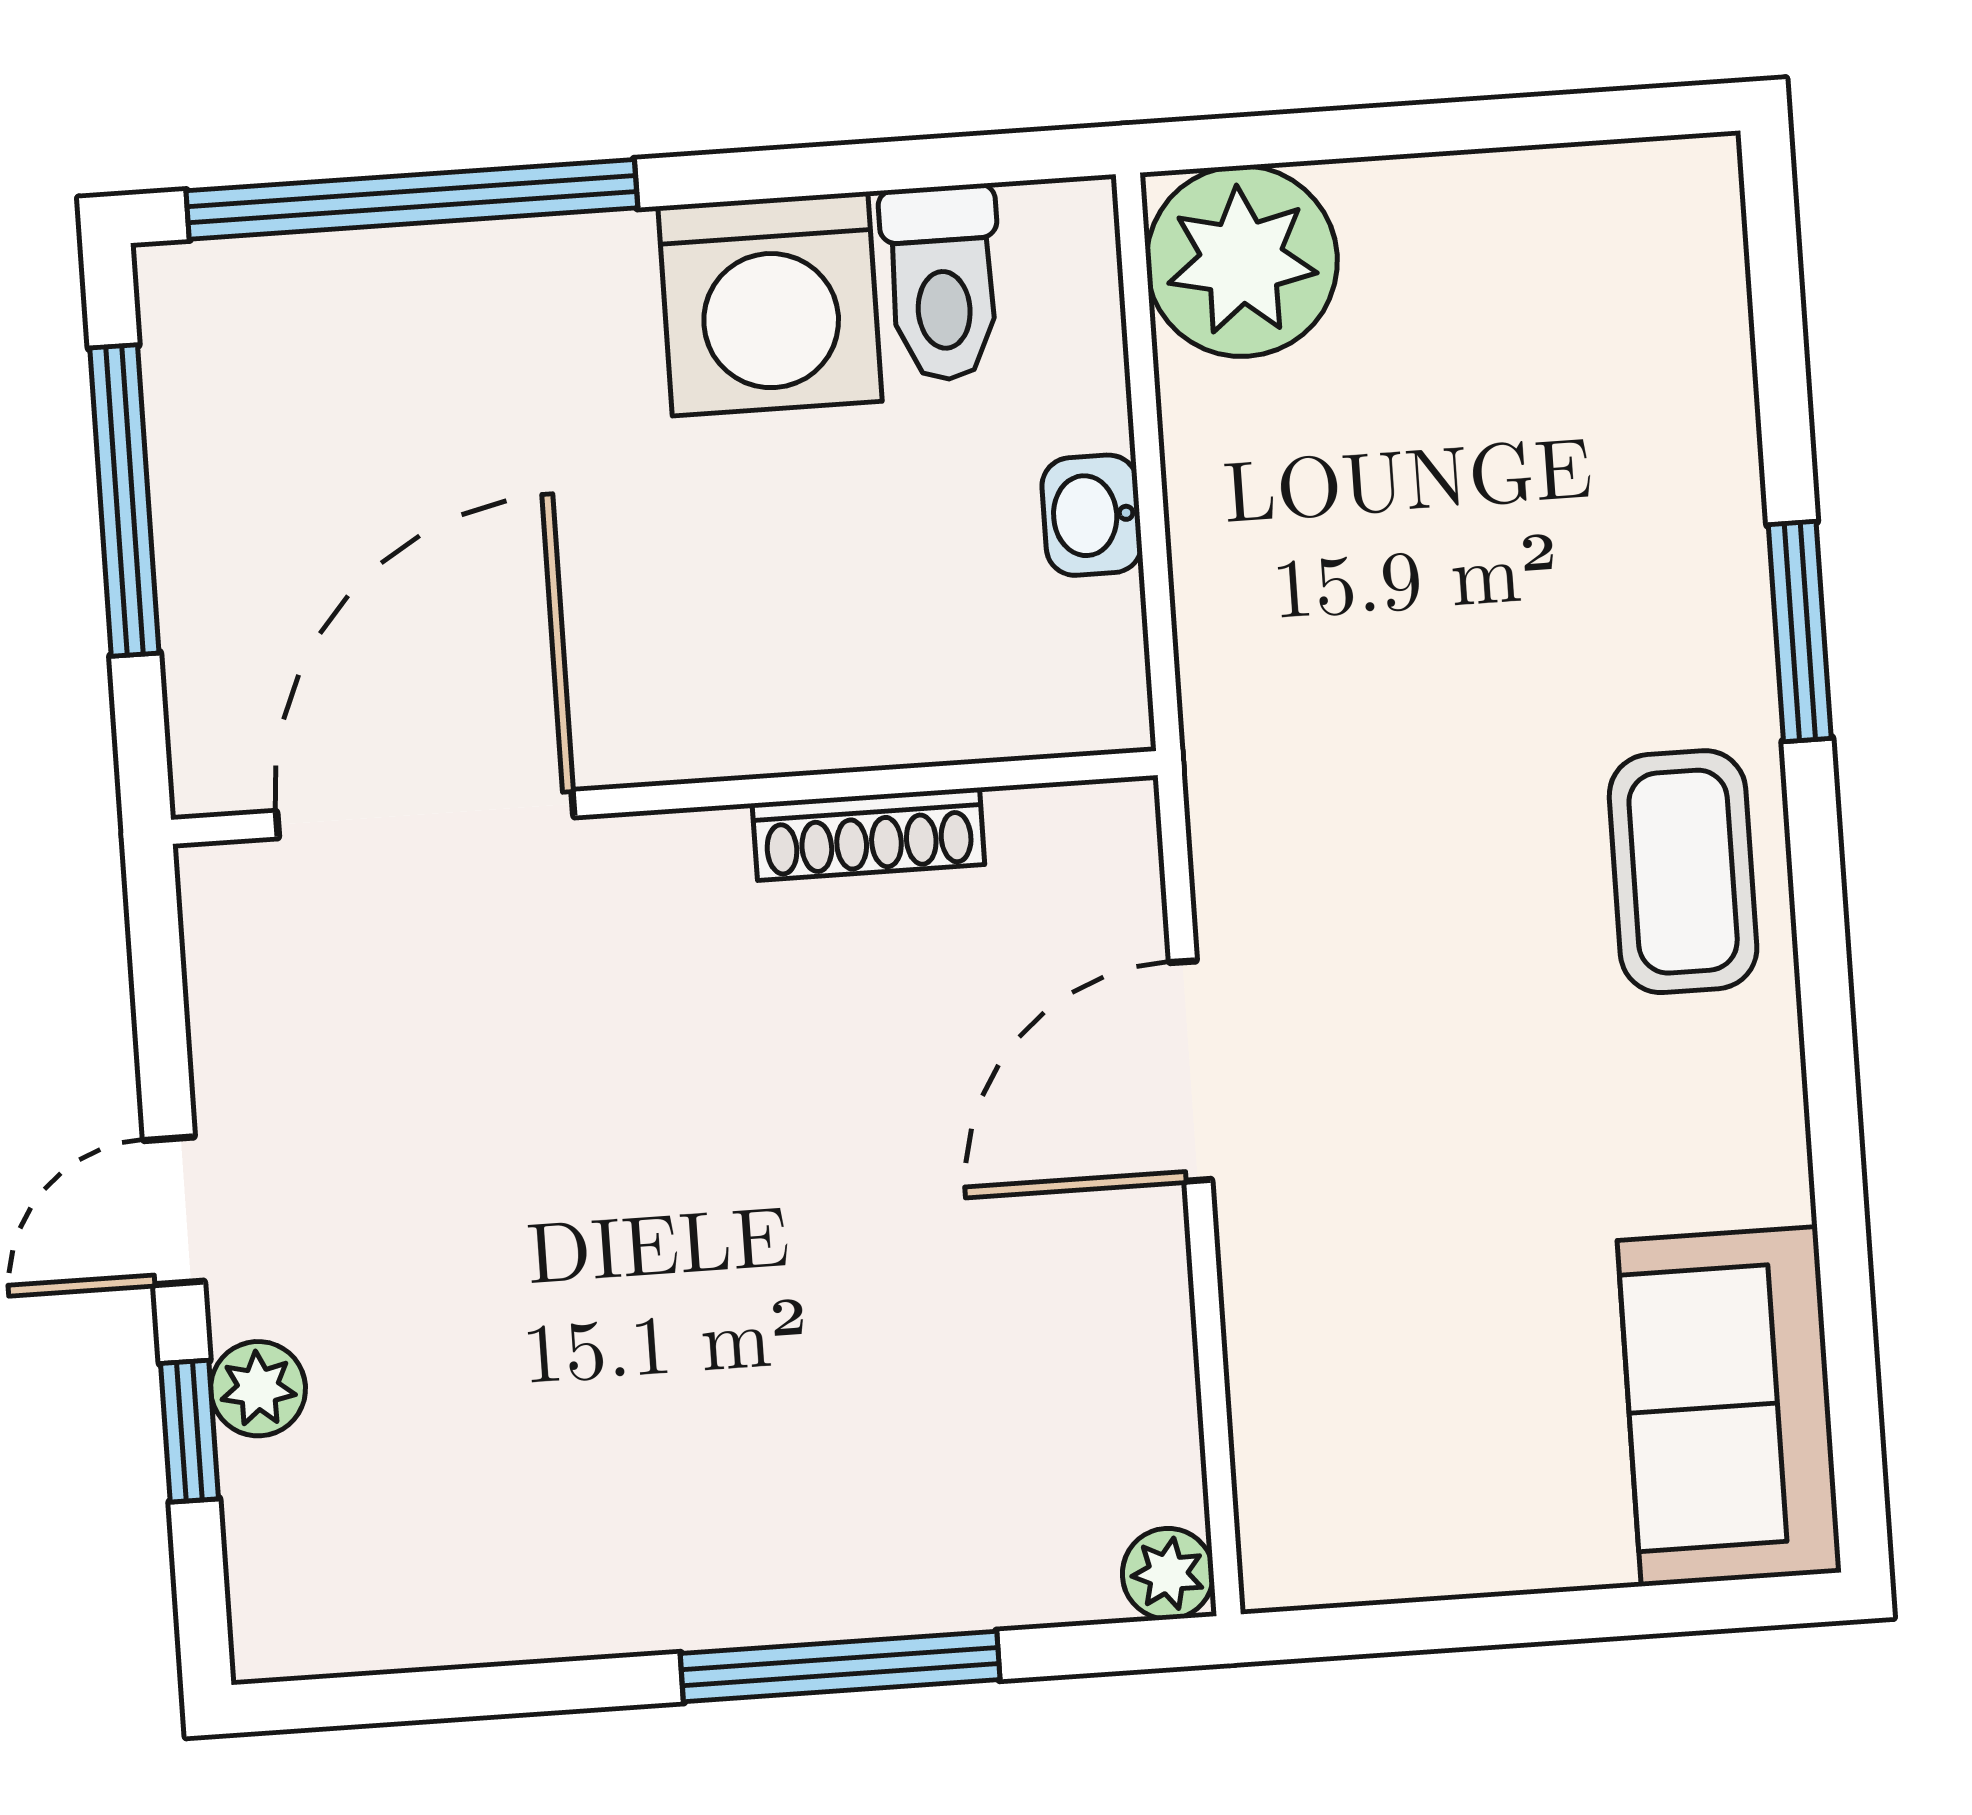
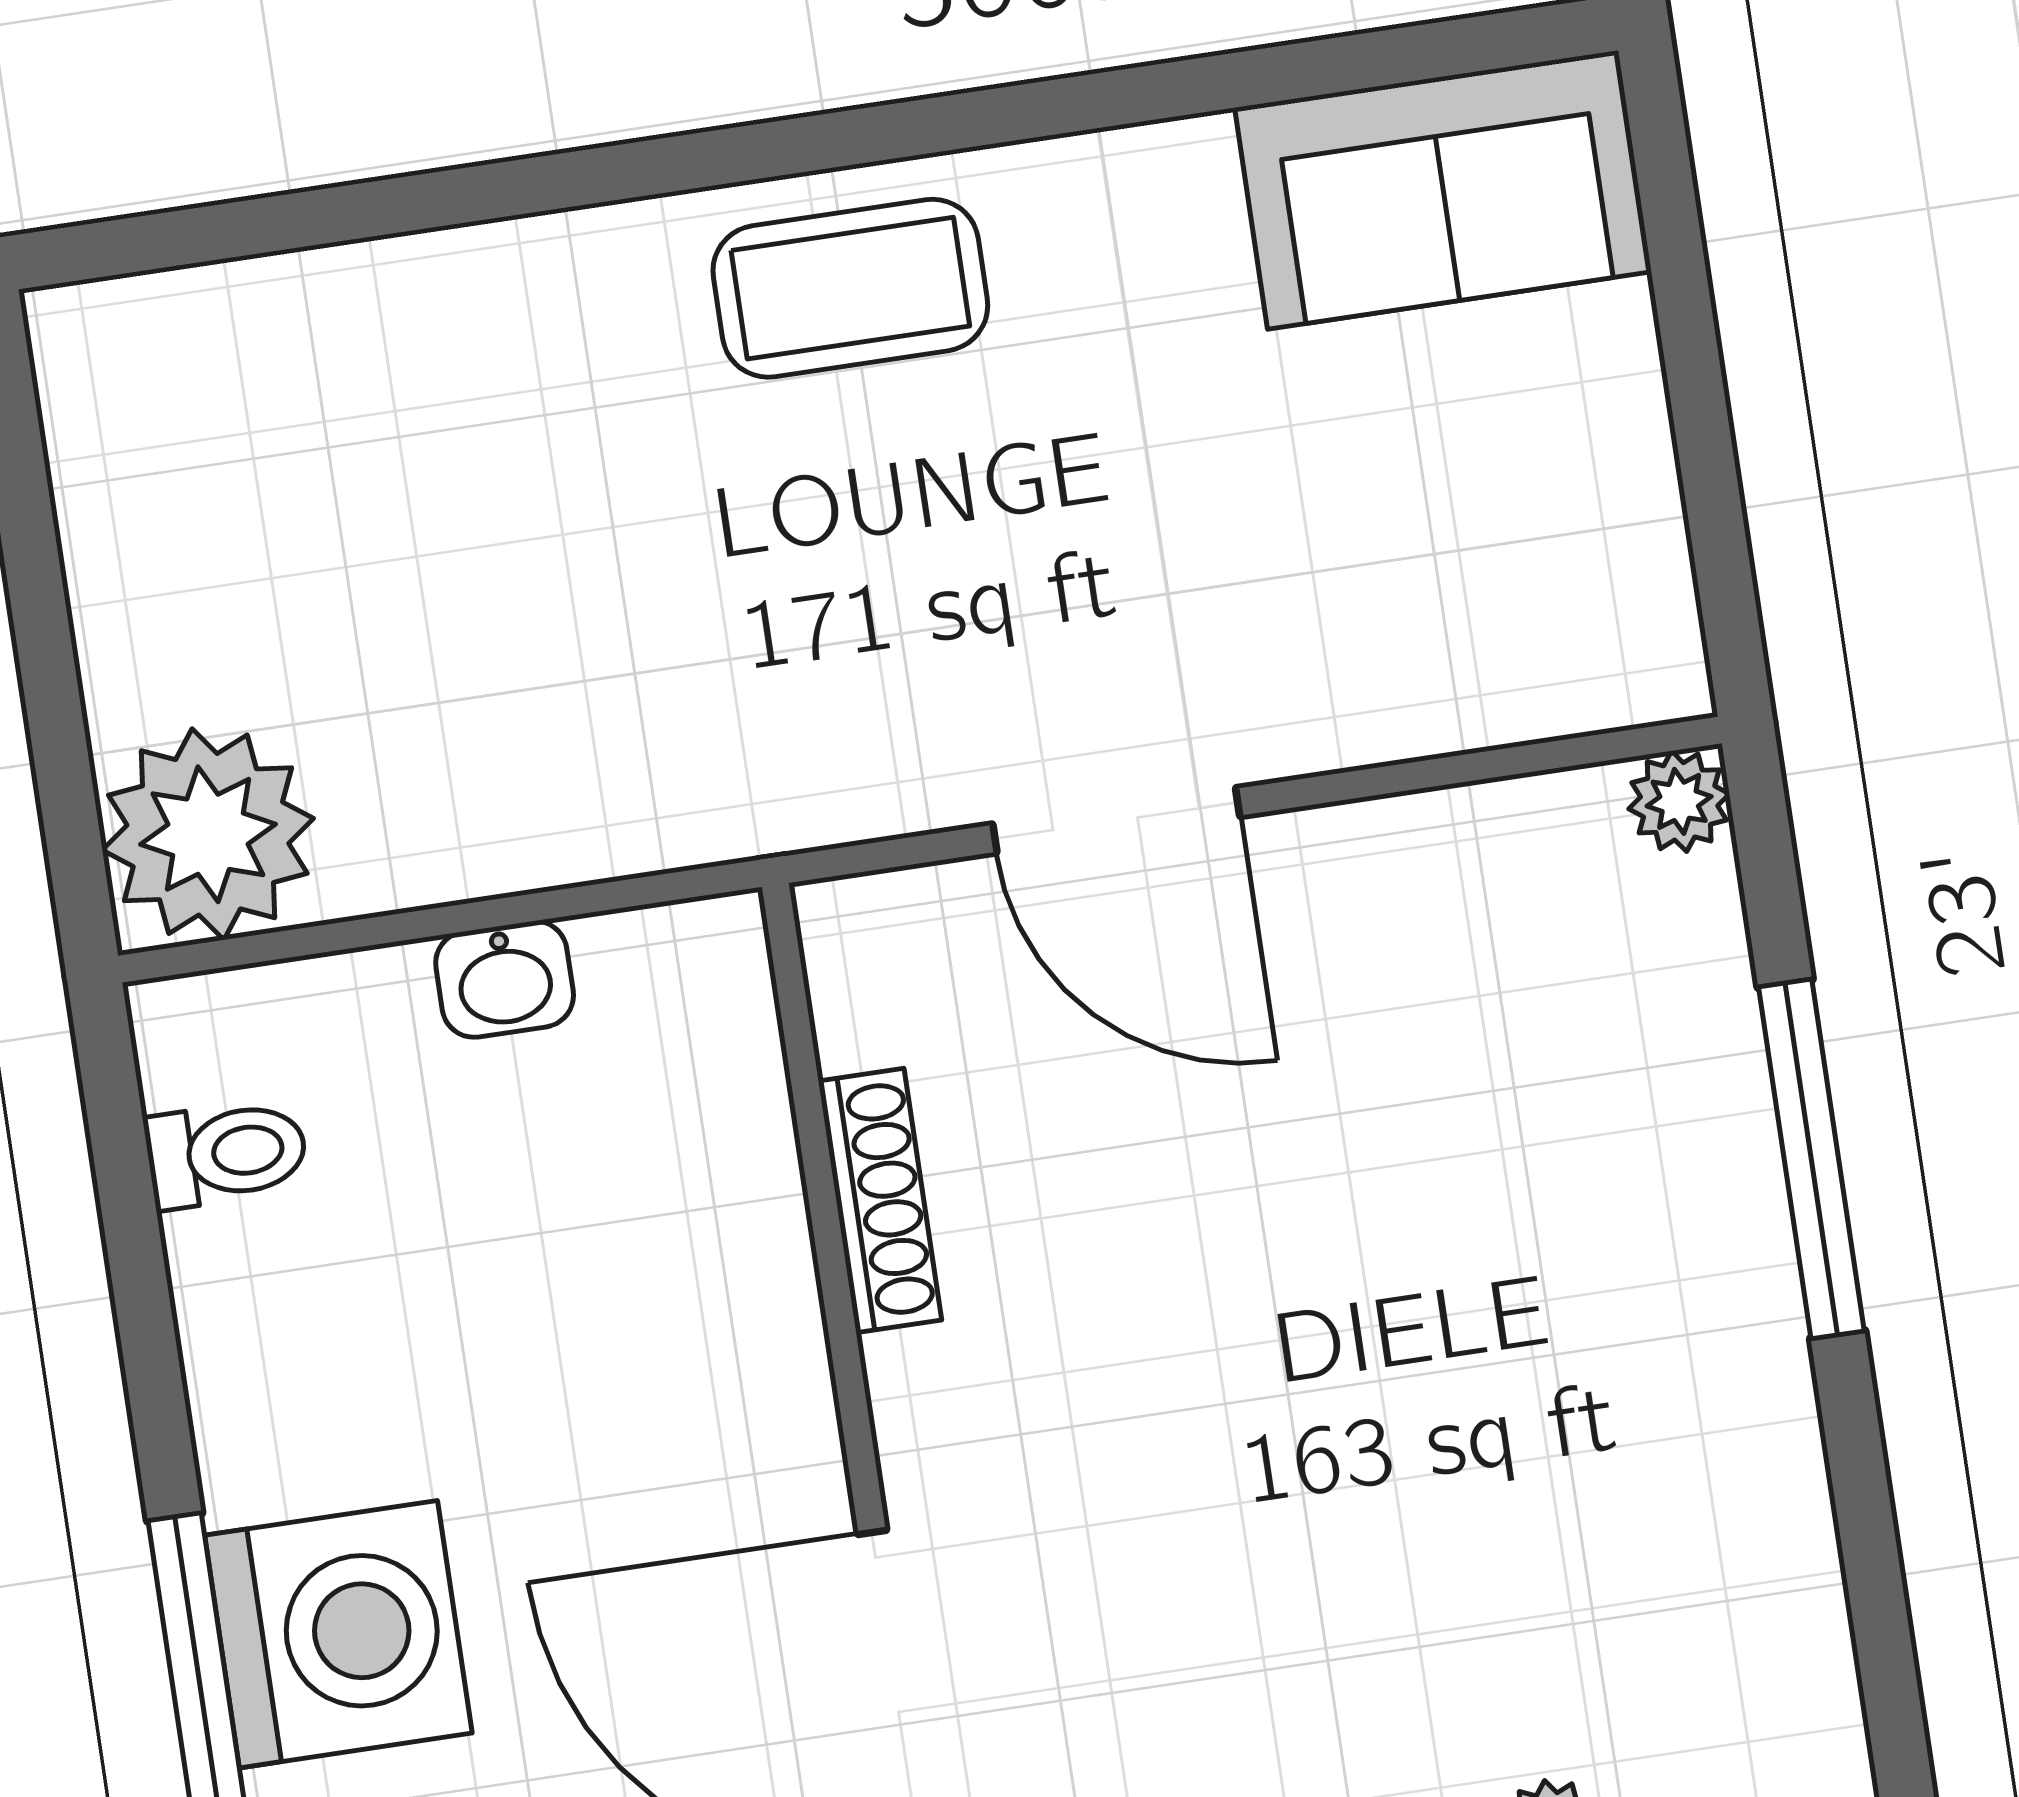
toilet: (942, 283) -> (226, 1153), width x0.73, depth x0.72
washing machine: (770, 304) -> (338, 1634), moved
window: (1800, 631) -> (572, 179), removed

